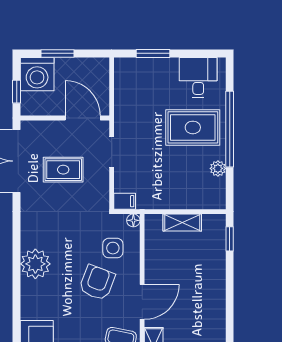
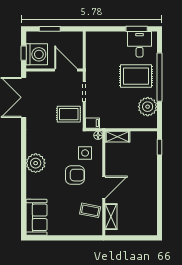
window: (153, 53) -> (137, 29), moved
washing machine: (37, 74) -> (37, 54), moved, turned -90
plant: (218, 168) -> (148, 107), width x1.87, depth x1.87
rug: (63, 170) -> (69, 114), moved
shelving: (182, 223) -> (117, 137), moved
armchair: (97, 283) -> (75, 175), turned 69

